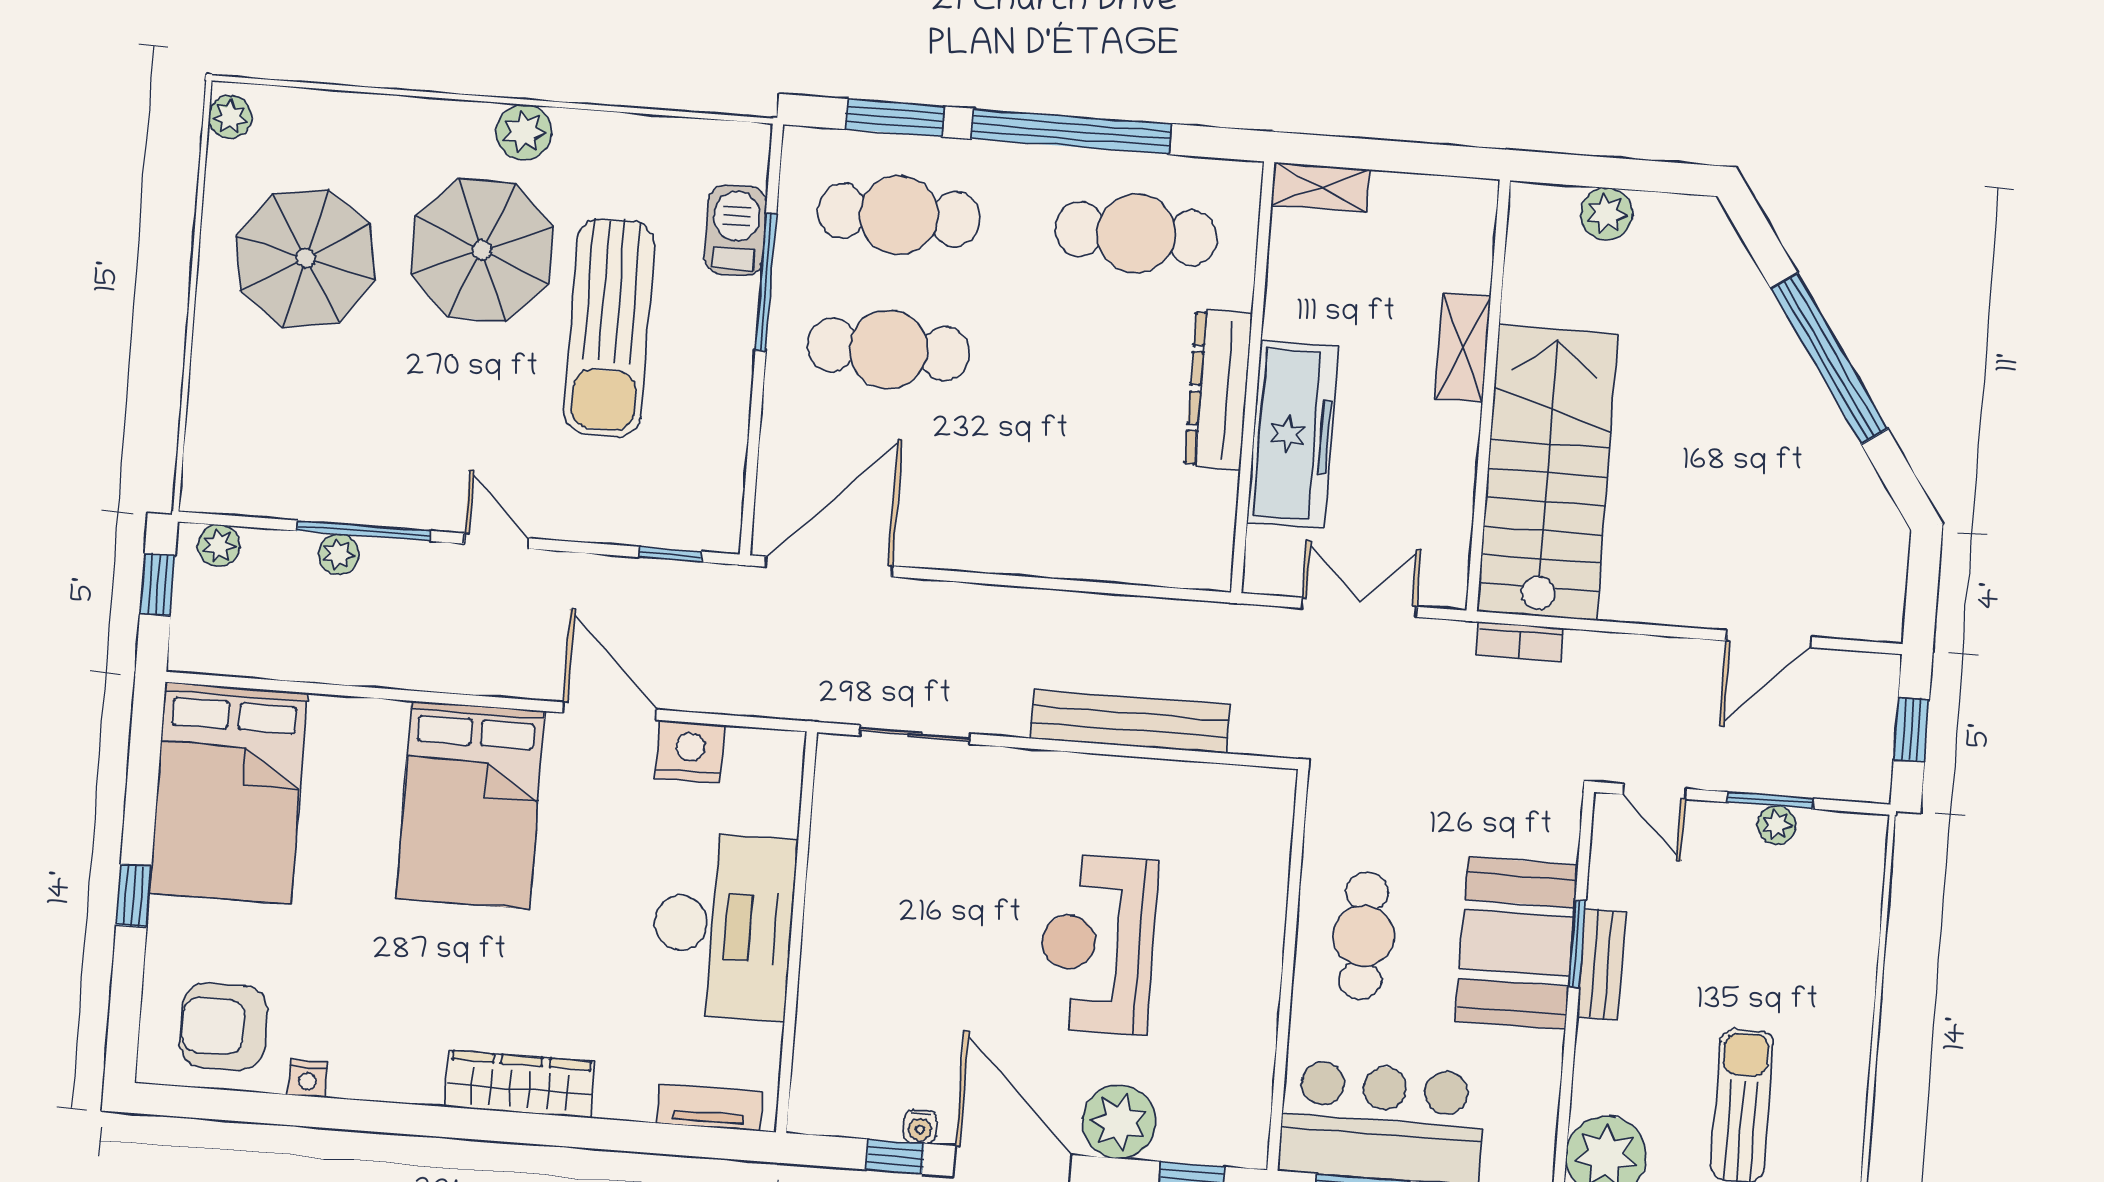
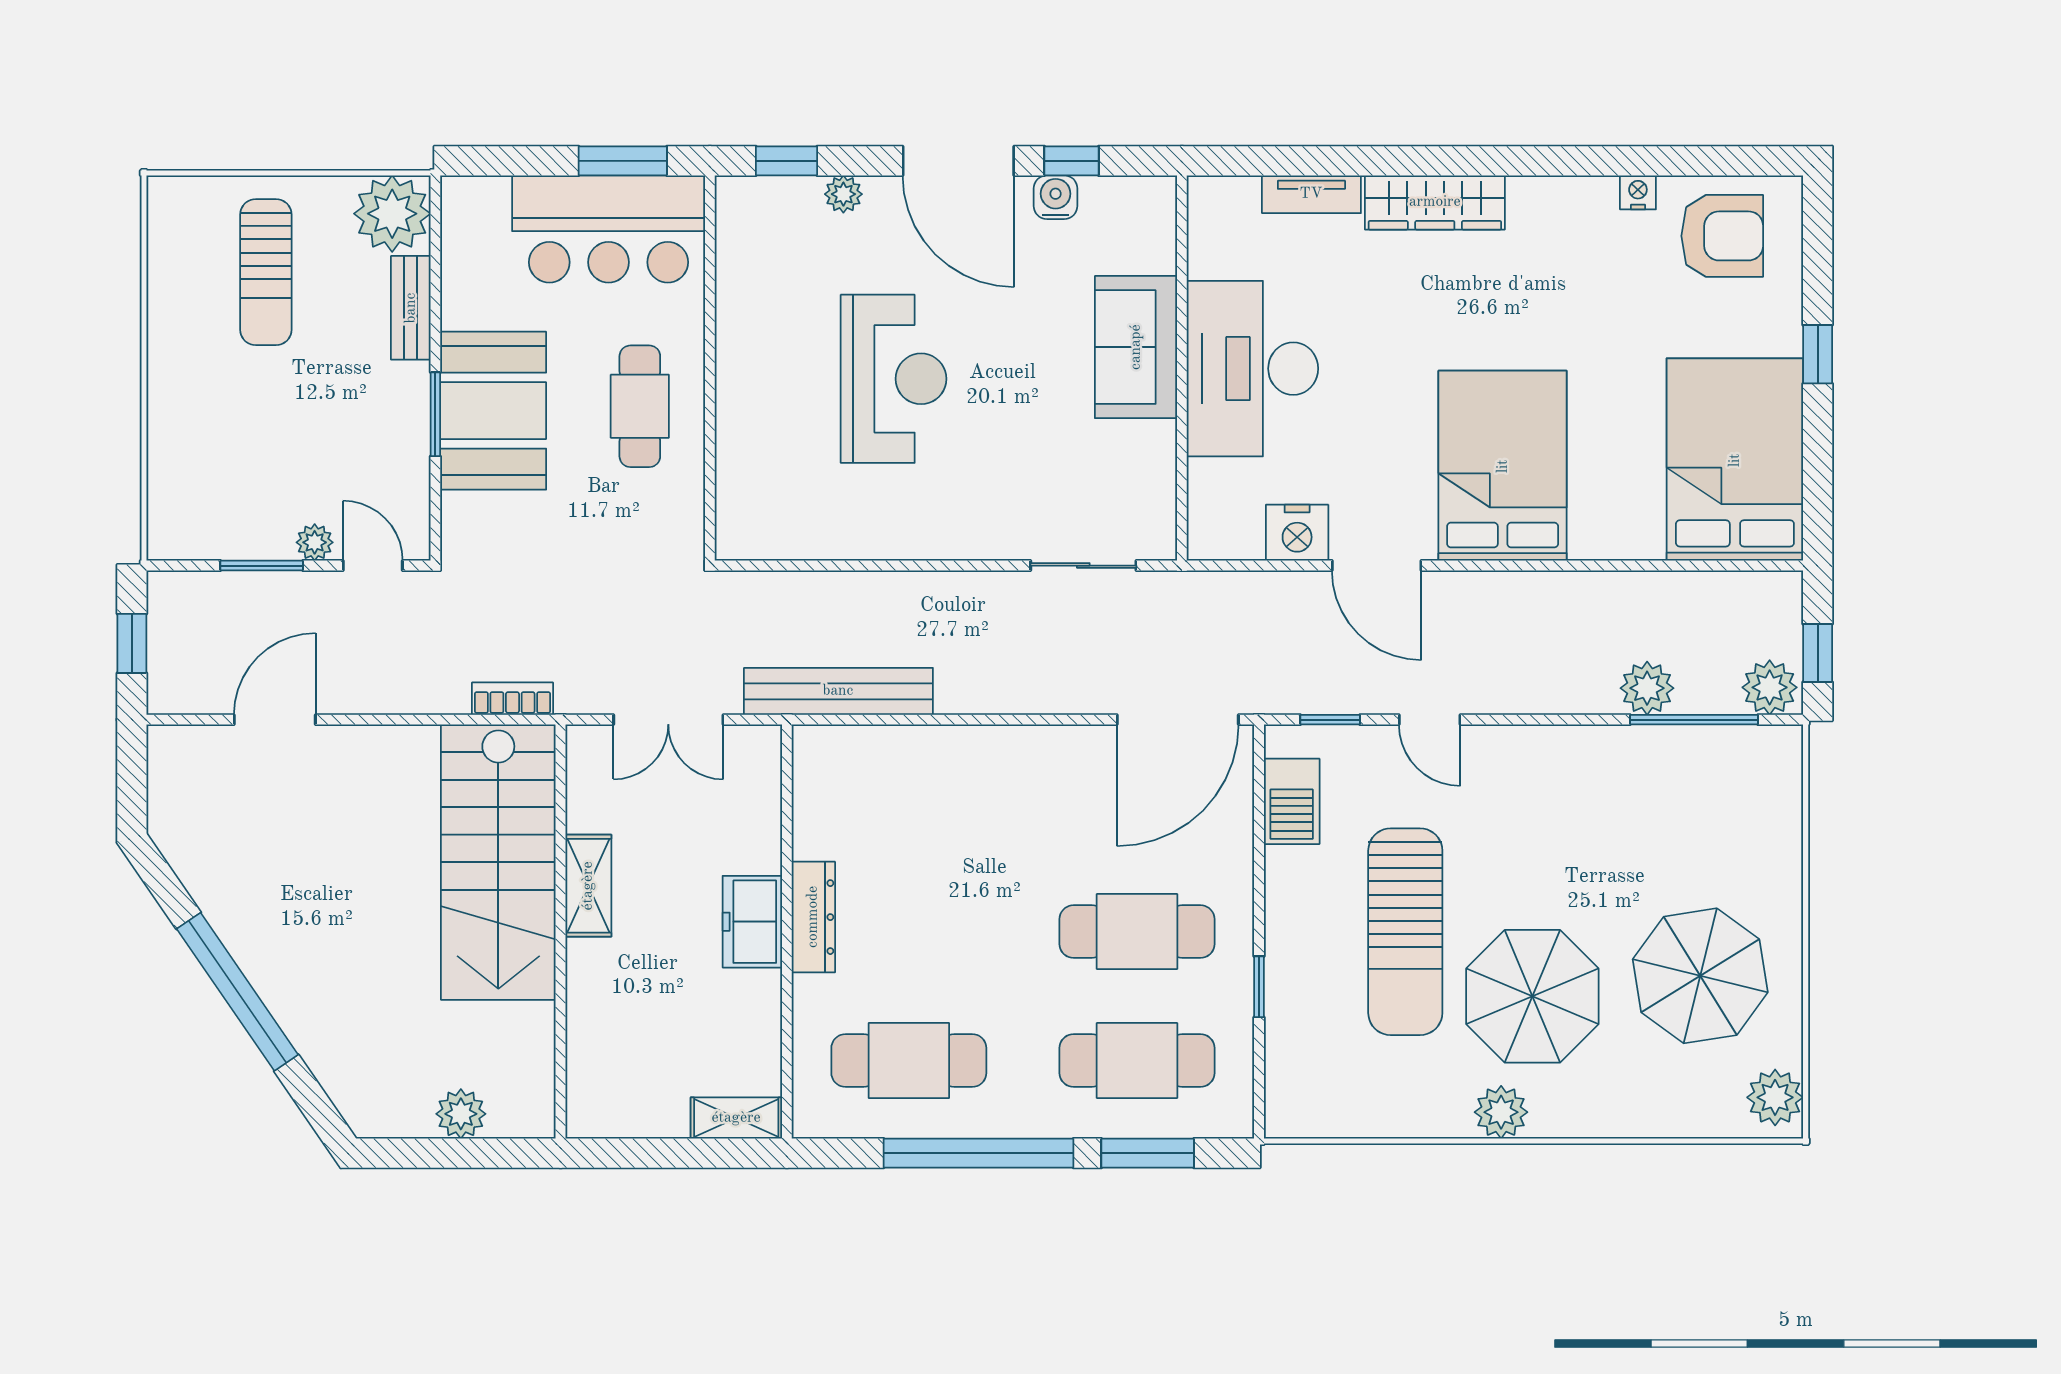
plant: (230, 117) -> (1775, 1097), width x1.38, depth x1.38
barbecue: (736, 230) -> (1292, 801), moved
window: (766, 282) -> (1259, 987), width x0.46
sun lounger: (609, 328) -> (1405, 932), turned 180
shelving: (1463, 347) -> (588, 886), moved
dresser: (1218, 390) -> (813, 917), width x0.73, depth x0.80
freezer: (1293, 434) -> (752, 922), width x0.52, depth x0.79
window: (364, 531) -> (1694, 720), moved
door: (496, 541) -> (1430, 720), moved
plant: (219, 546) -> (1770, 687), width x1.38, depth x1.38
plant: (339, 554) -> (1647, 688), width x1.38, depth x1.38
bench: (1130, 721) -> (838, 691), moved
plant: (1777, 825) -> (315, 542), moved
sofa: (843, 958) -> (1136, 347), added
bench: (1601, 965) -> (411, 308), moved
tv unit: (710, 1107) -> (1311, 194), moved
plant: (1119, 1122) -> (843, 194), width x0.53, depth x0.53
water cooler: (920, 1127) -> (1056, 197), width x1.38, depth x1.38

